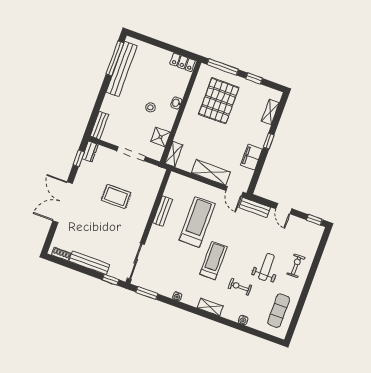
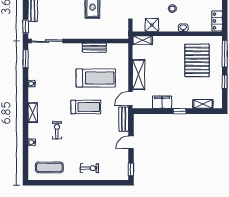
pallet: (219, 101) -> (197, 60), turned 90
treadmill: (213, 260) -> (86, 107), moved
weight bench: (266, 267) -> (80, 145), removed

